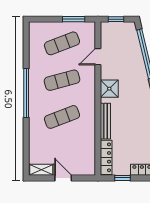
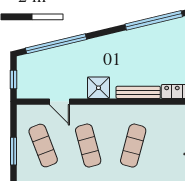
window: (74, 19) -> (14, 151), moved
exercise mat: (62, 117) -> (133, 146), turned 36

